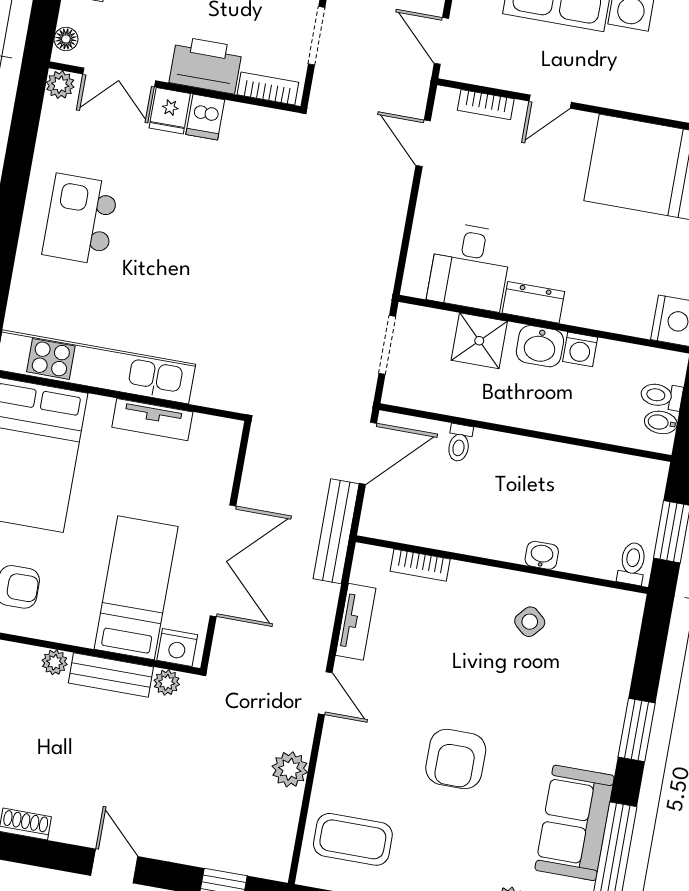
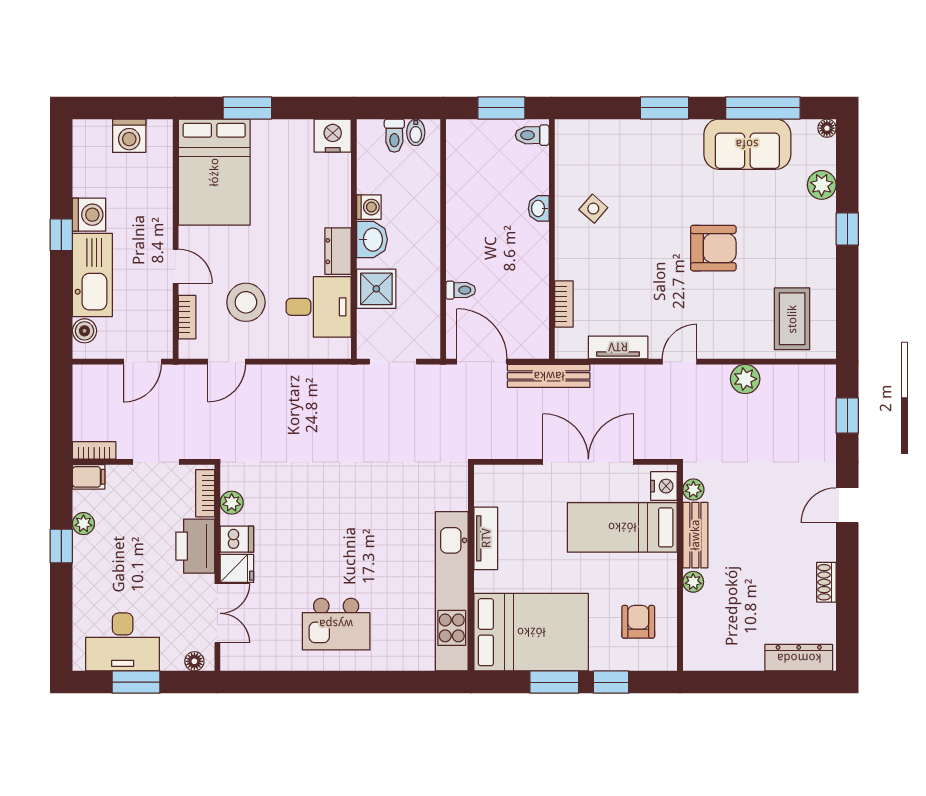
plant: (60, 85) -> (232, 503), moved
stool: (491, 179) -> (246, 302), added

